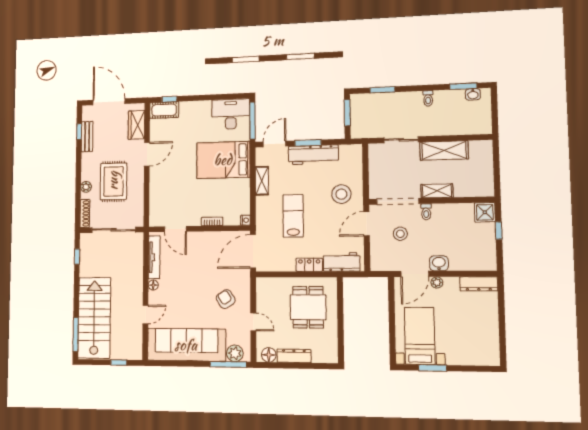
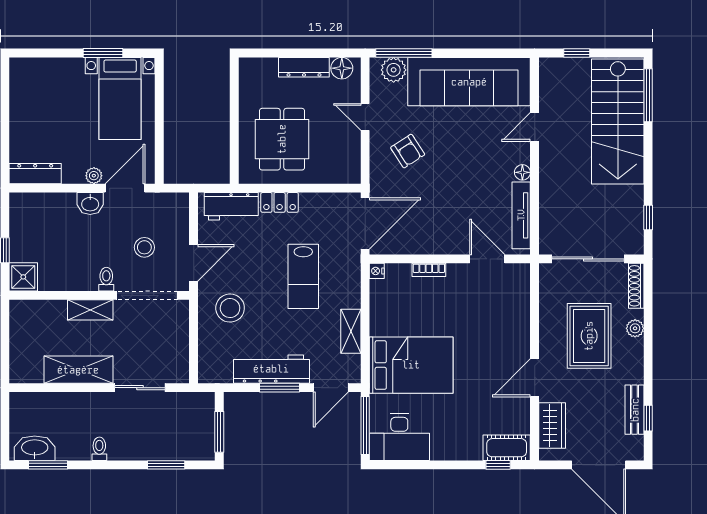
washbasin: (473, 94) -> (35, 448), width x1.91, depth x1.45

